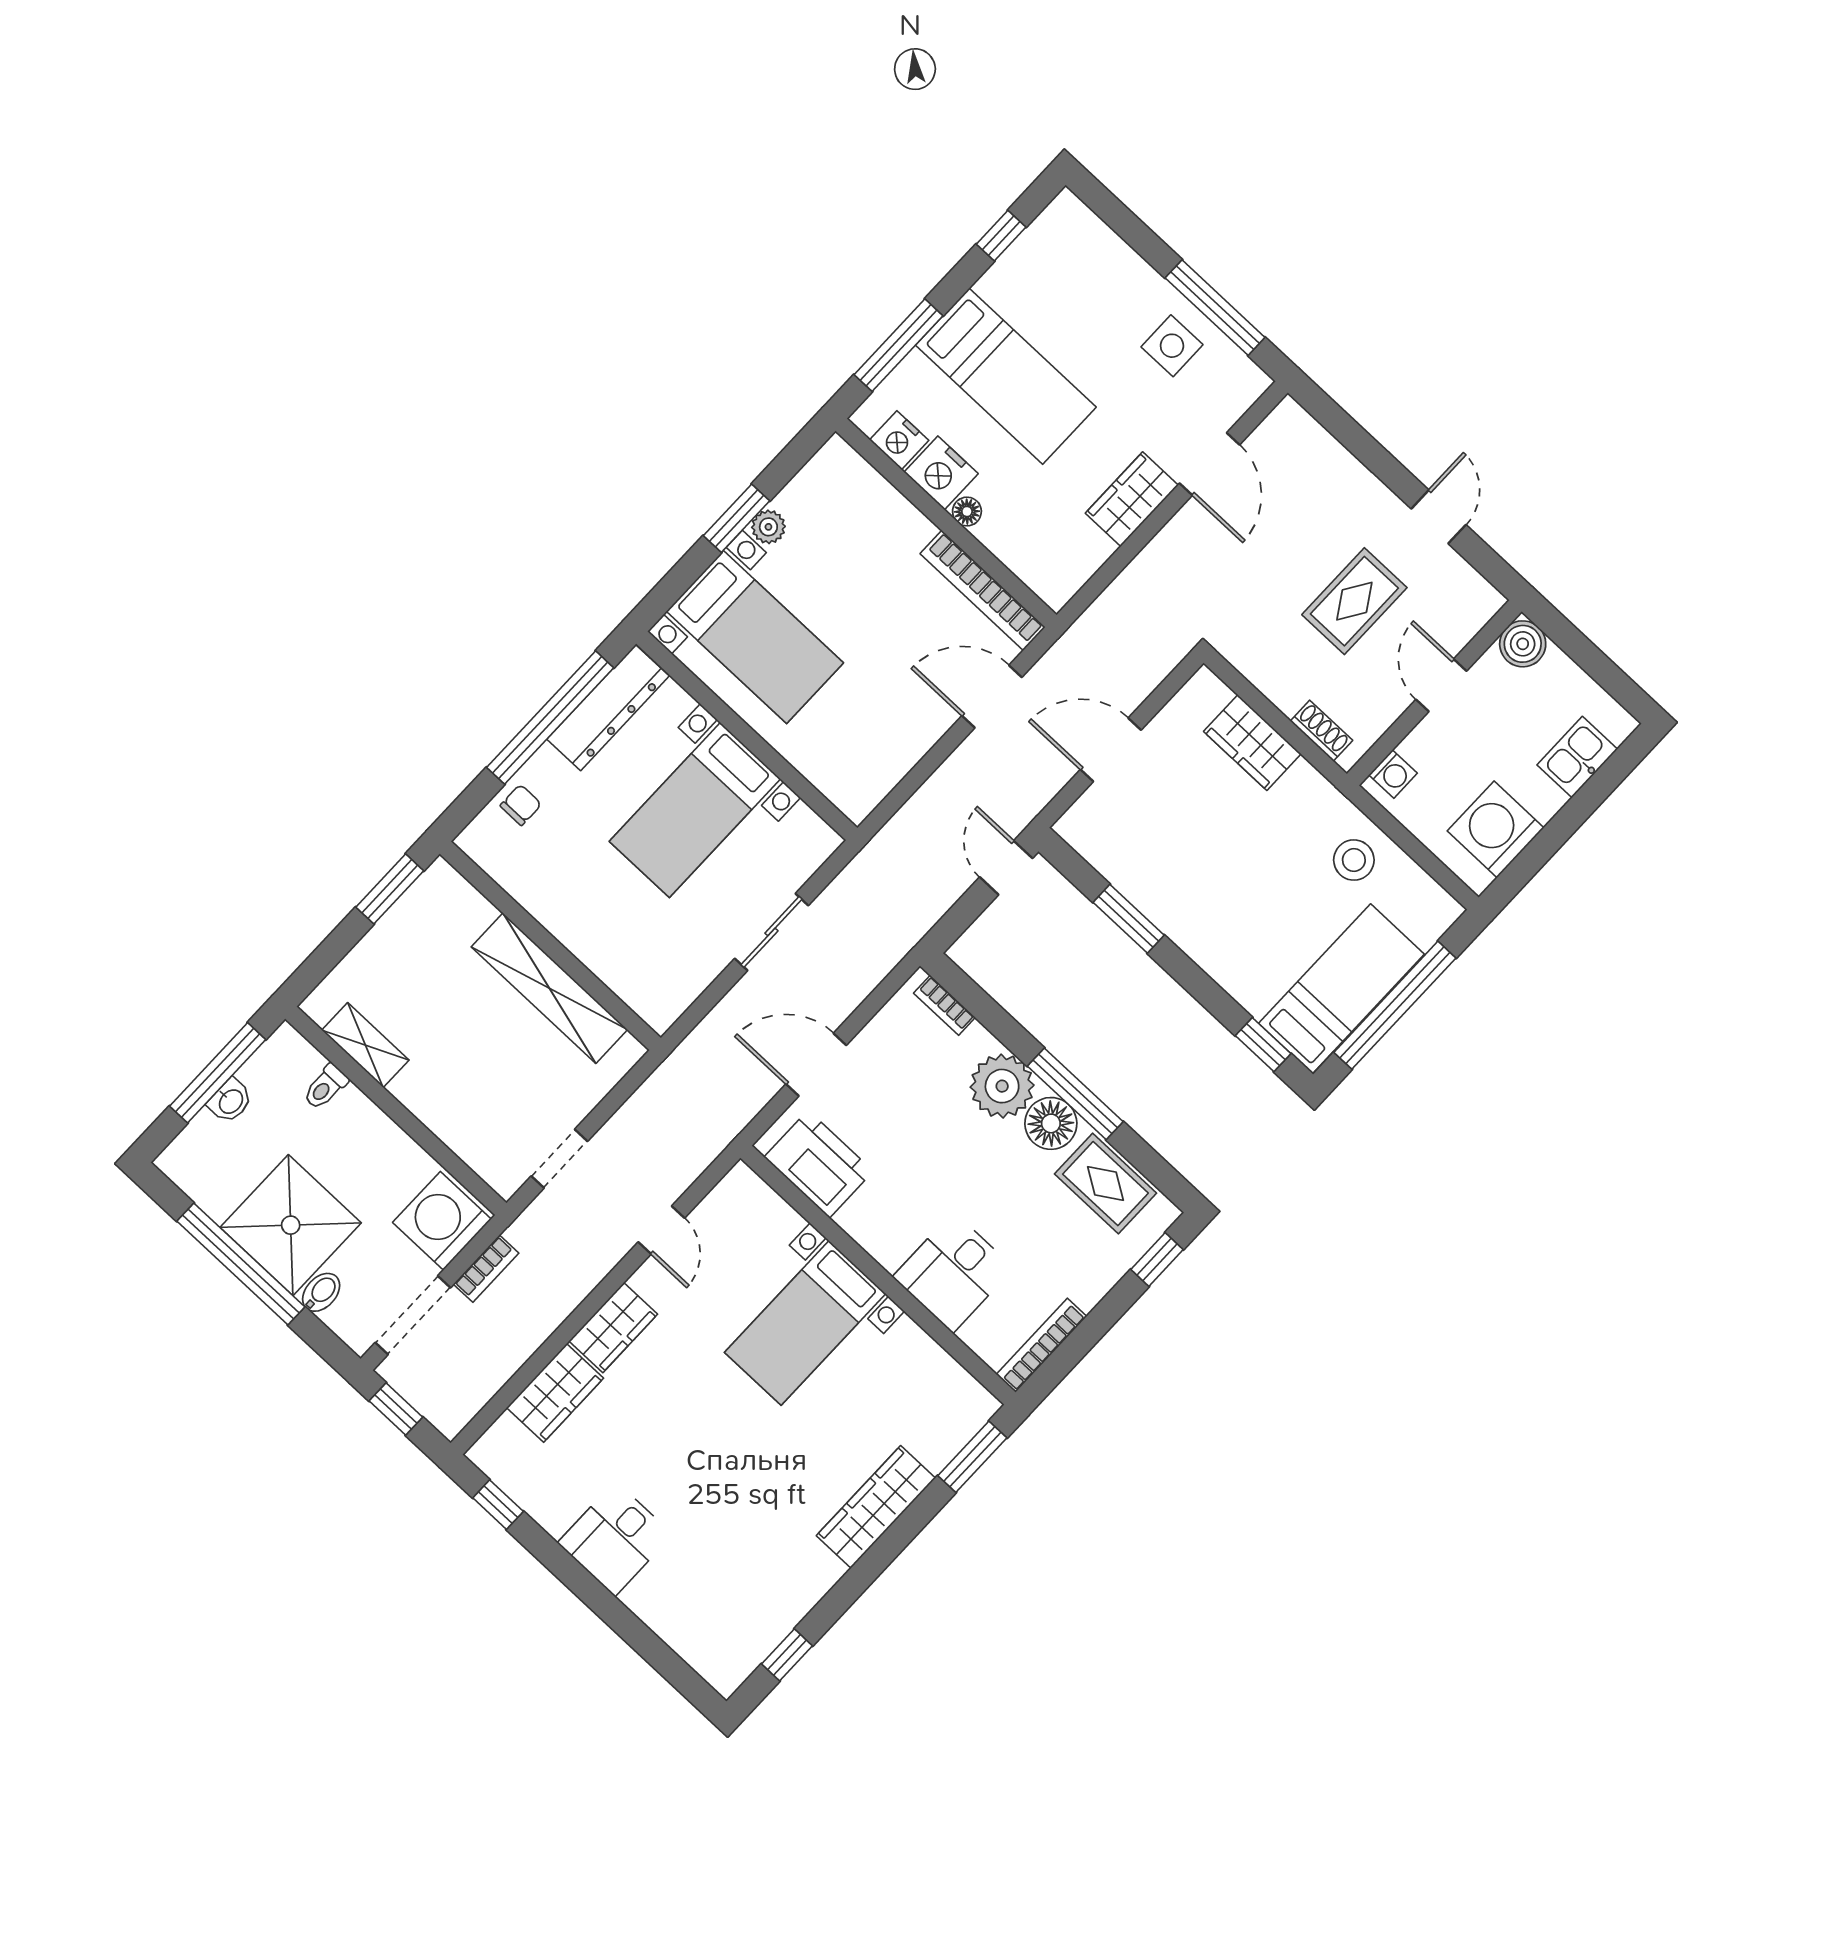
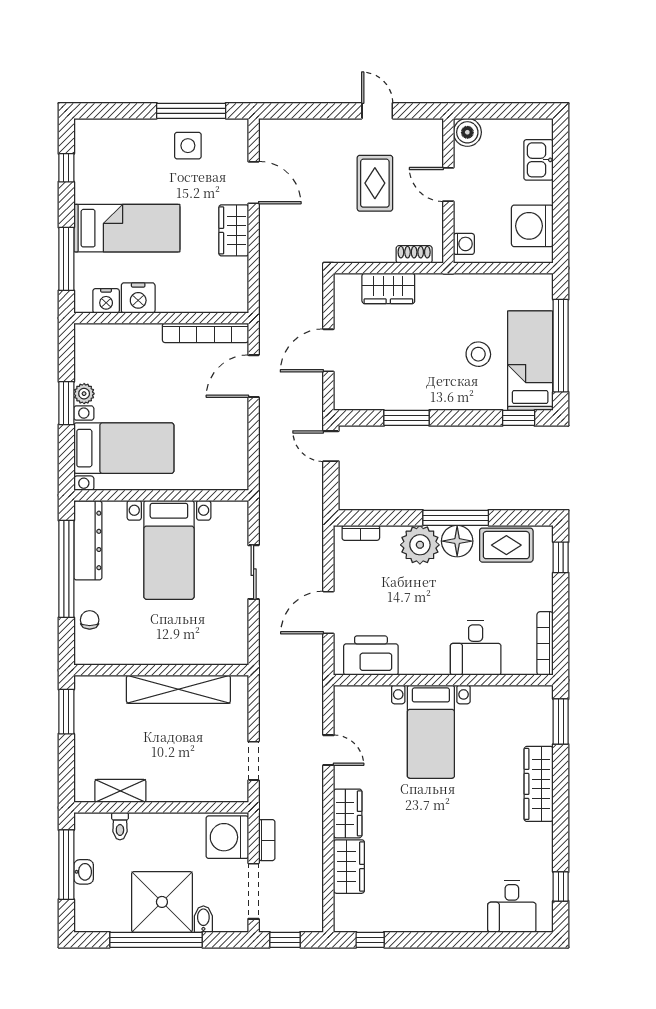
floor lamp: (967, 512) -> (166, 304), removed
stool: (1354, 860) -> (478, 354), moved
desk: (615, 1539) -> (512, 906), moved

